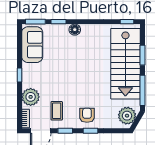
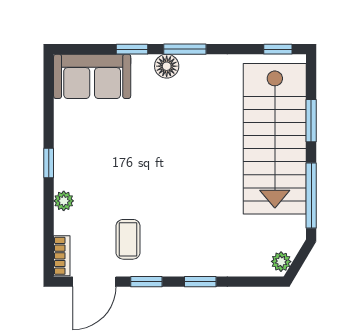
window: (35, 22) -> (185, 49), moved
sofa: (32, 45) -> (92, 76), moved, turned 90
plant: (31, 97) -> (64, 201), width x0.53, depth x0.53
armchair: (87, 115) -> (193, 249), removed
plant: (127, 116) -> (281, 262), width x0.53, depth x0.53

